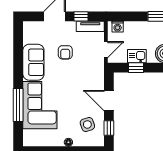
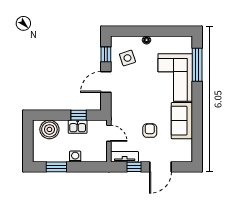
washing machine: (118, 27) -> (75, 156), moved
door: (106, 50) -> (109, 133), swing flipped
door: (109, 101) -> (106, 82), swing flipped
window: (18, 105) -> (197, 65), moved

